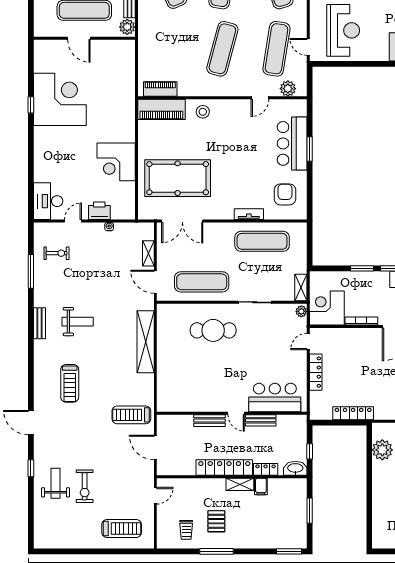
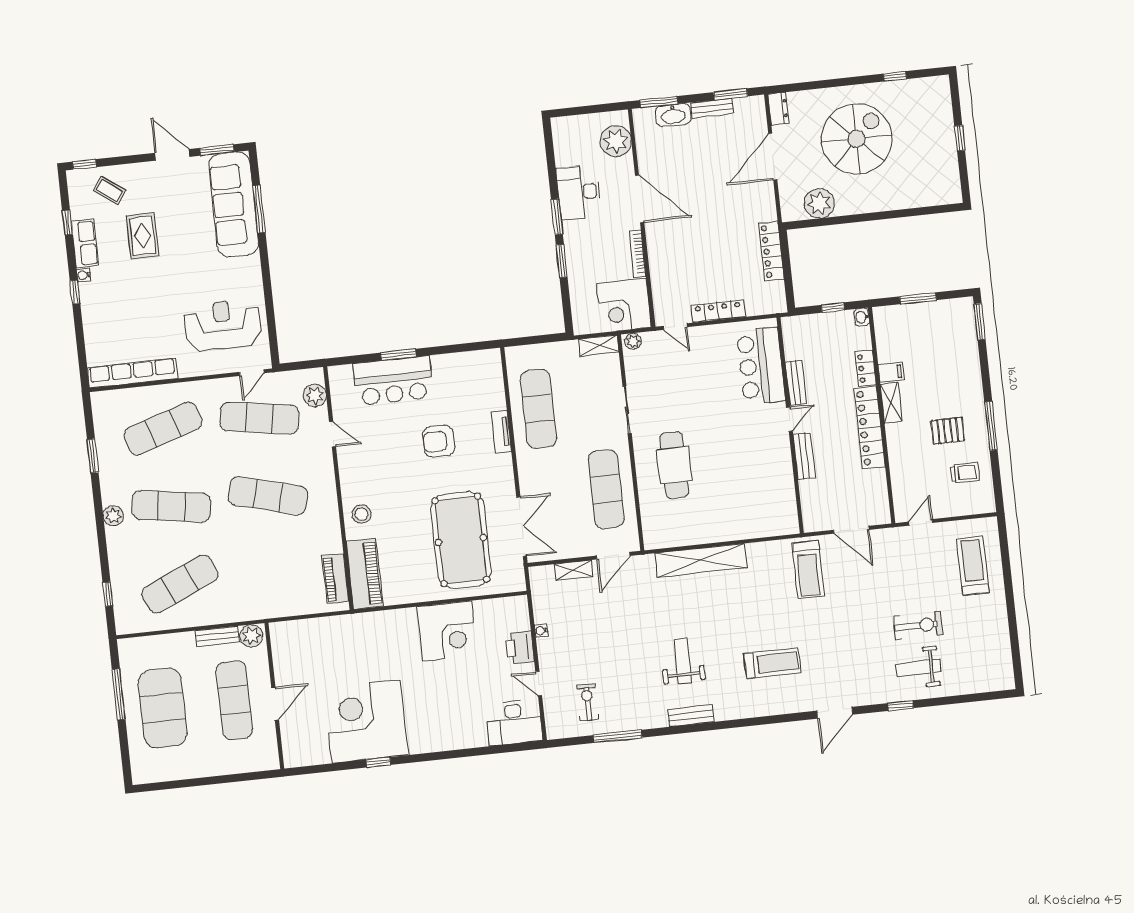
armchair: (285, 194) -> (439, 441), moved
door: (155, 447) -> (851, 530), hinge flipped
washbasin: (295, 468) -> (862, 317), width x0.52, depth x0.69
door: (155, 496) -> (921, 522), hinge flipped

